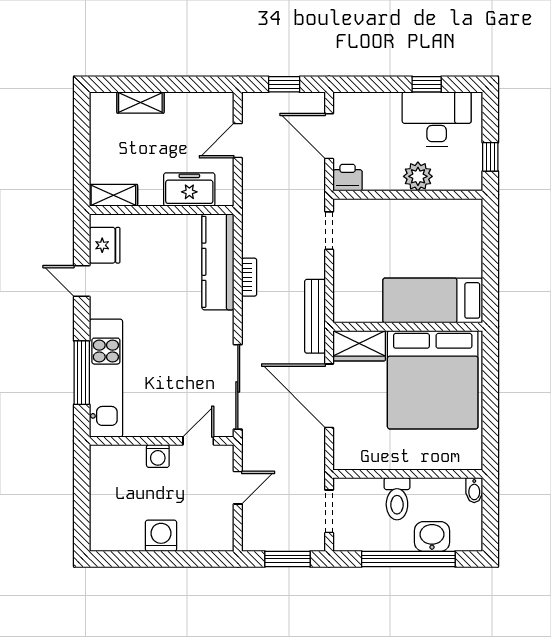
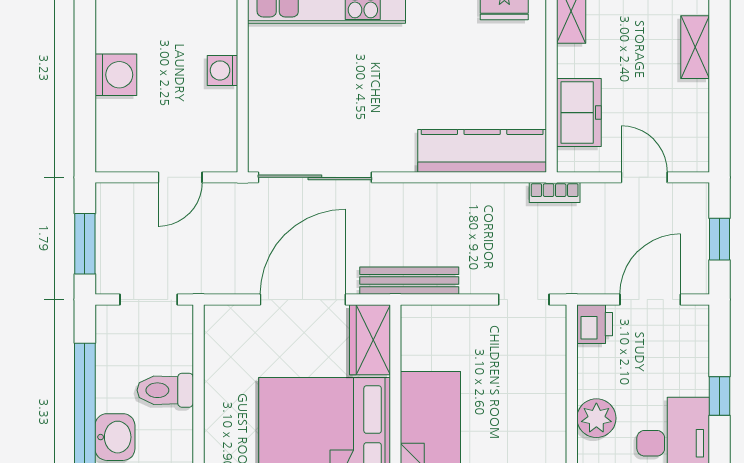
window: (427, 84) -> (719, 396), moved
bookcase: (249, 277) -> (555, 193), moved
door: (198, 441) -> (243, 125), removed
door: (238, 488) -> (180, 177), hinge flipped

